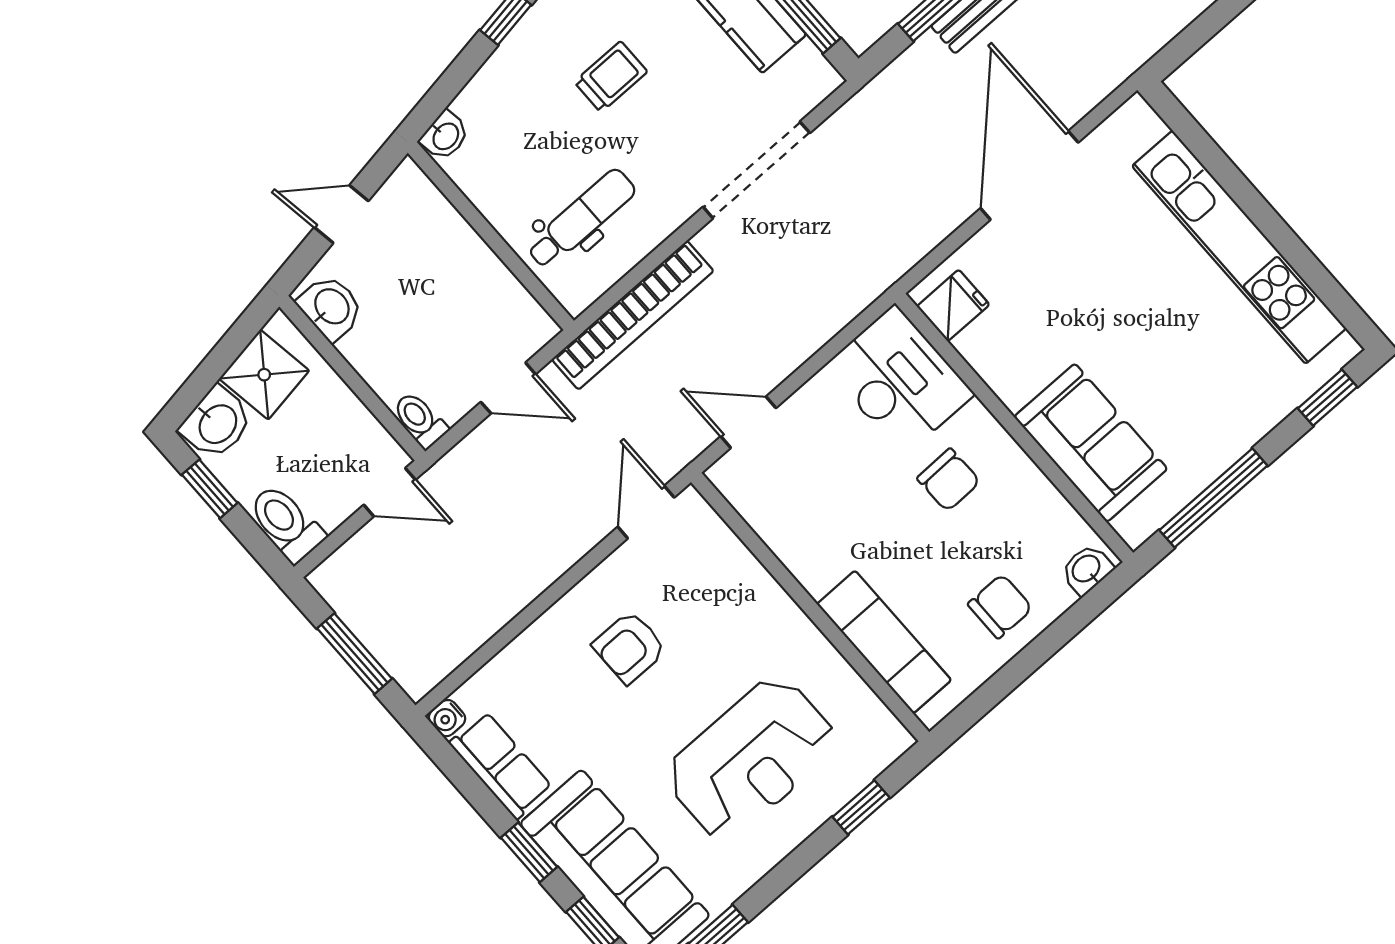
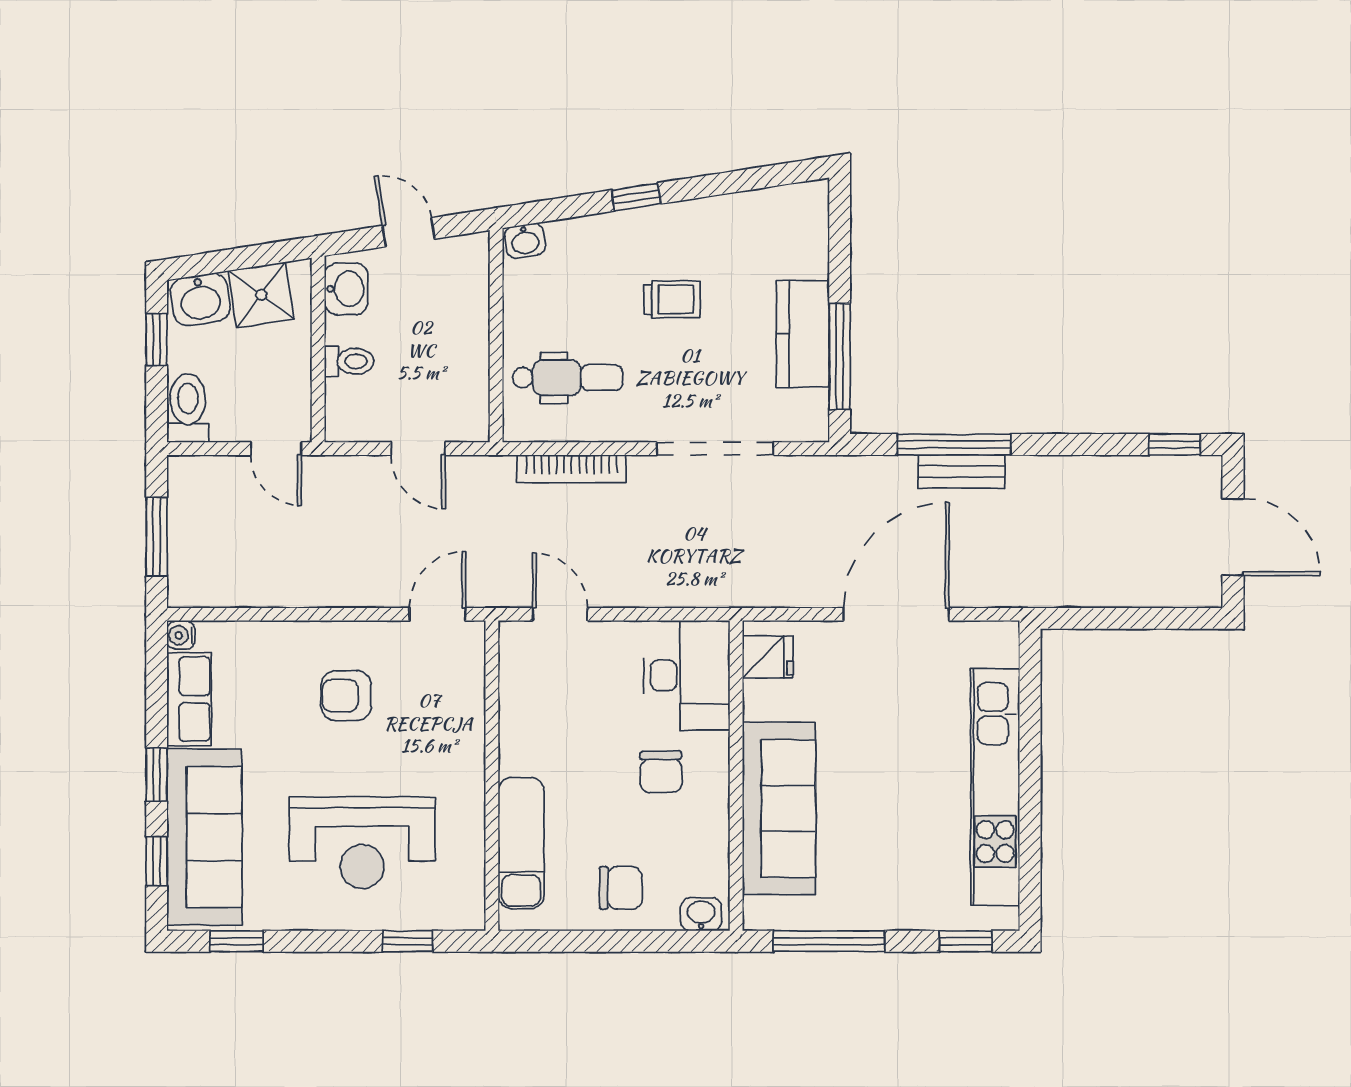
bookcase: (633, 315) -> (572, 469), width x0.68, depth x0.76
toilet: (420, 420) -> (349, 361), moved, turned 90
sofa: (1091, 443) -> (779, 808), width x1.36

